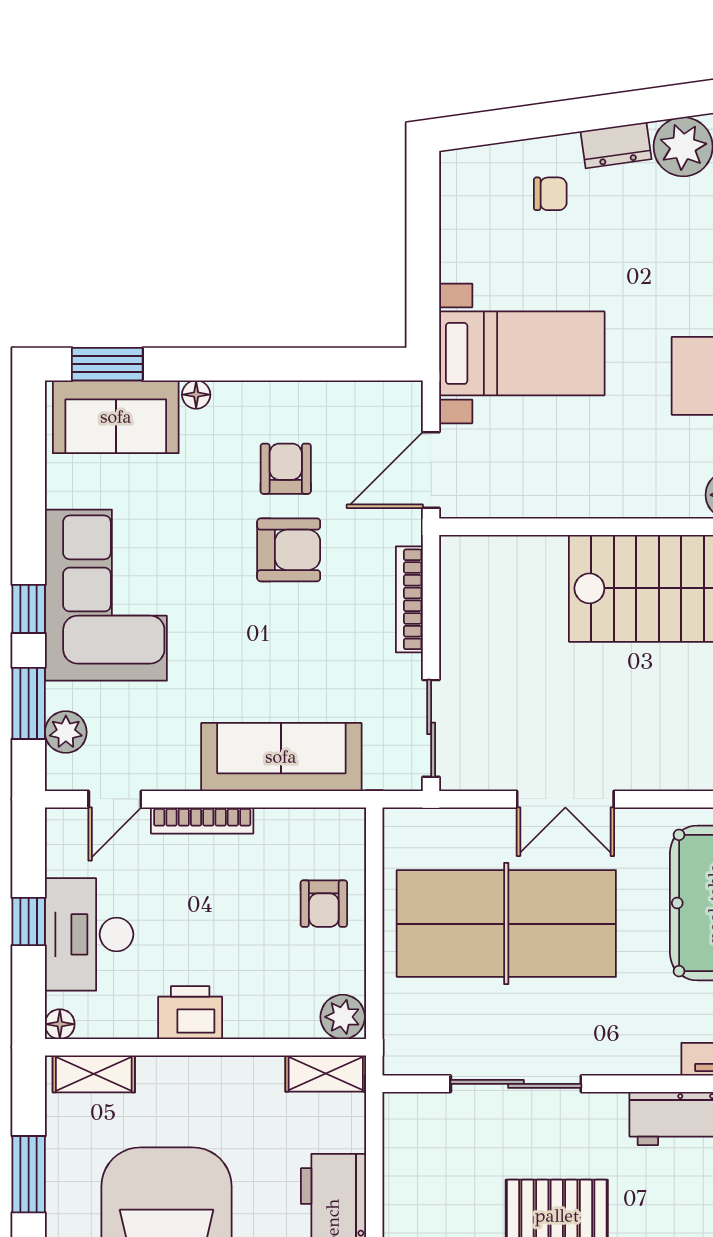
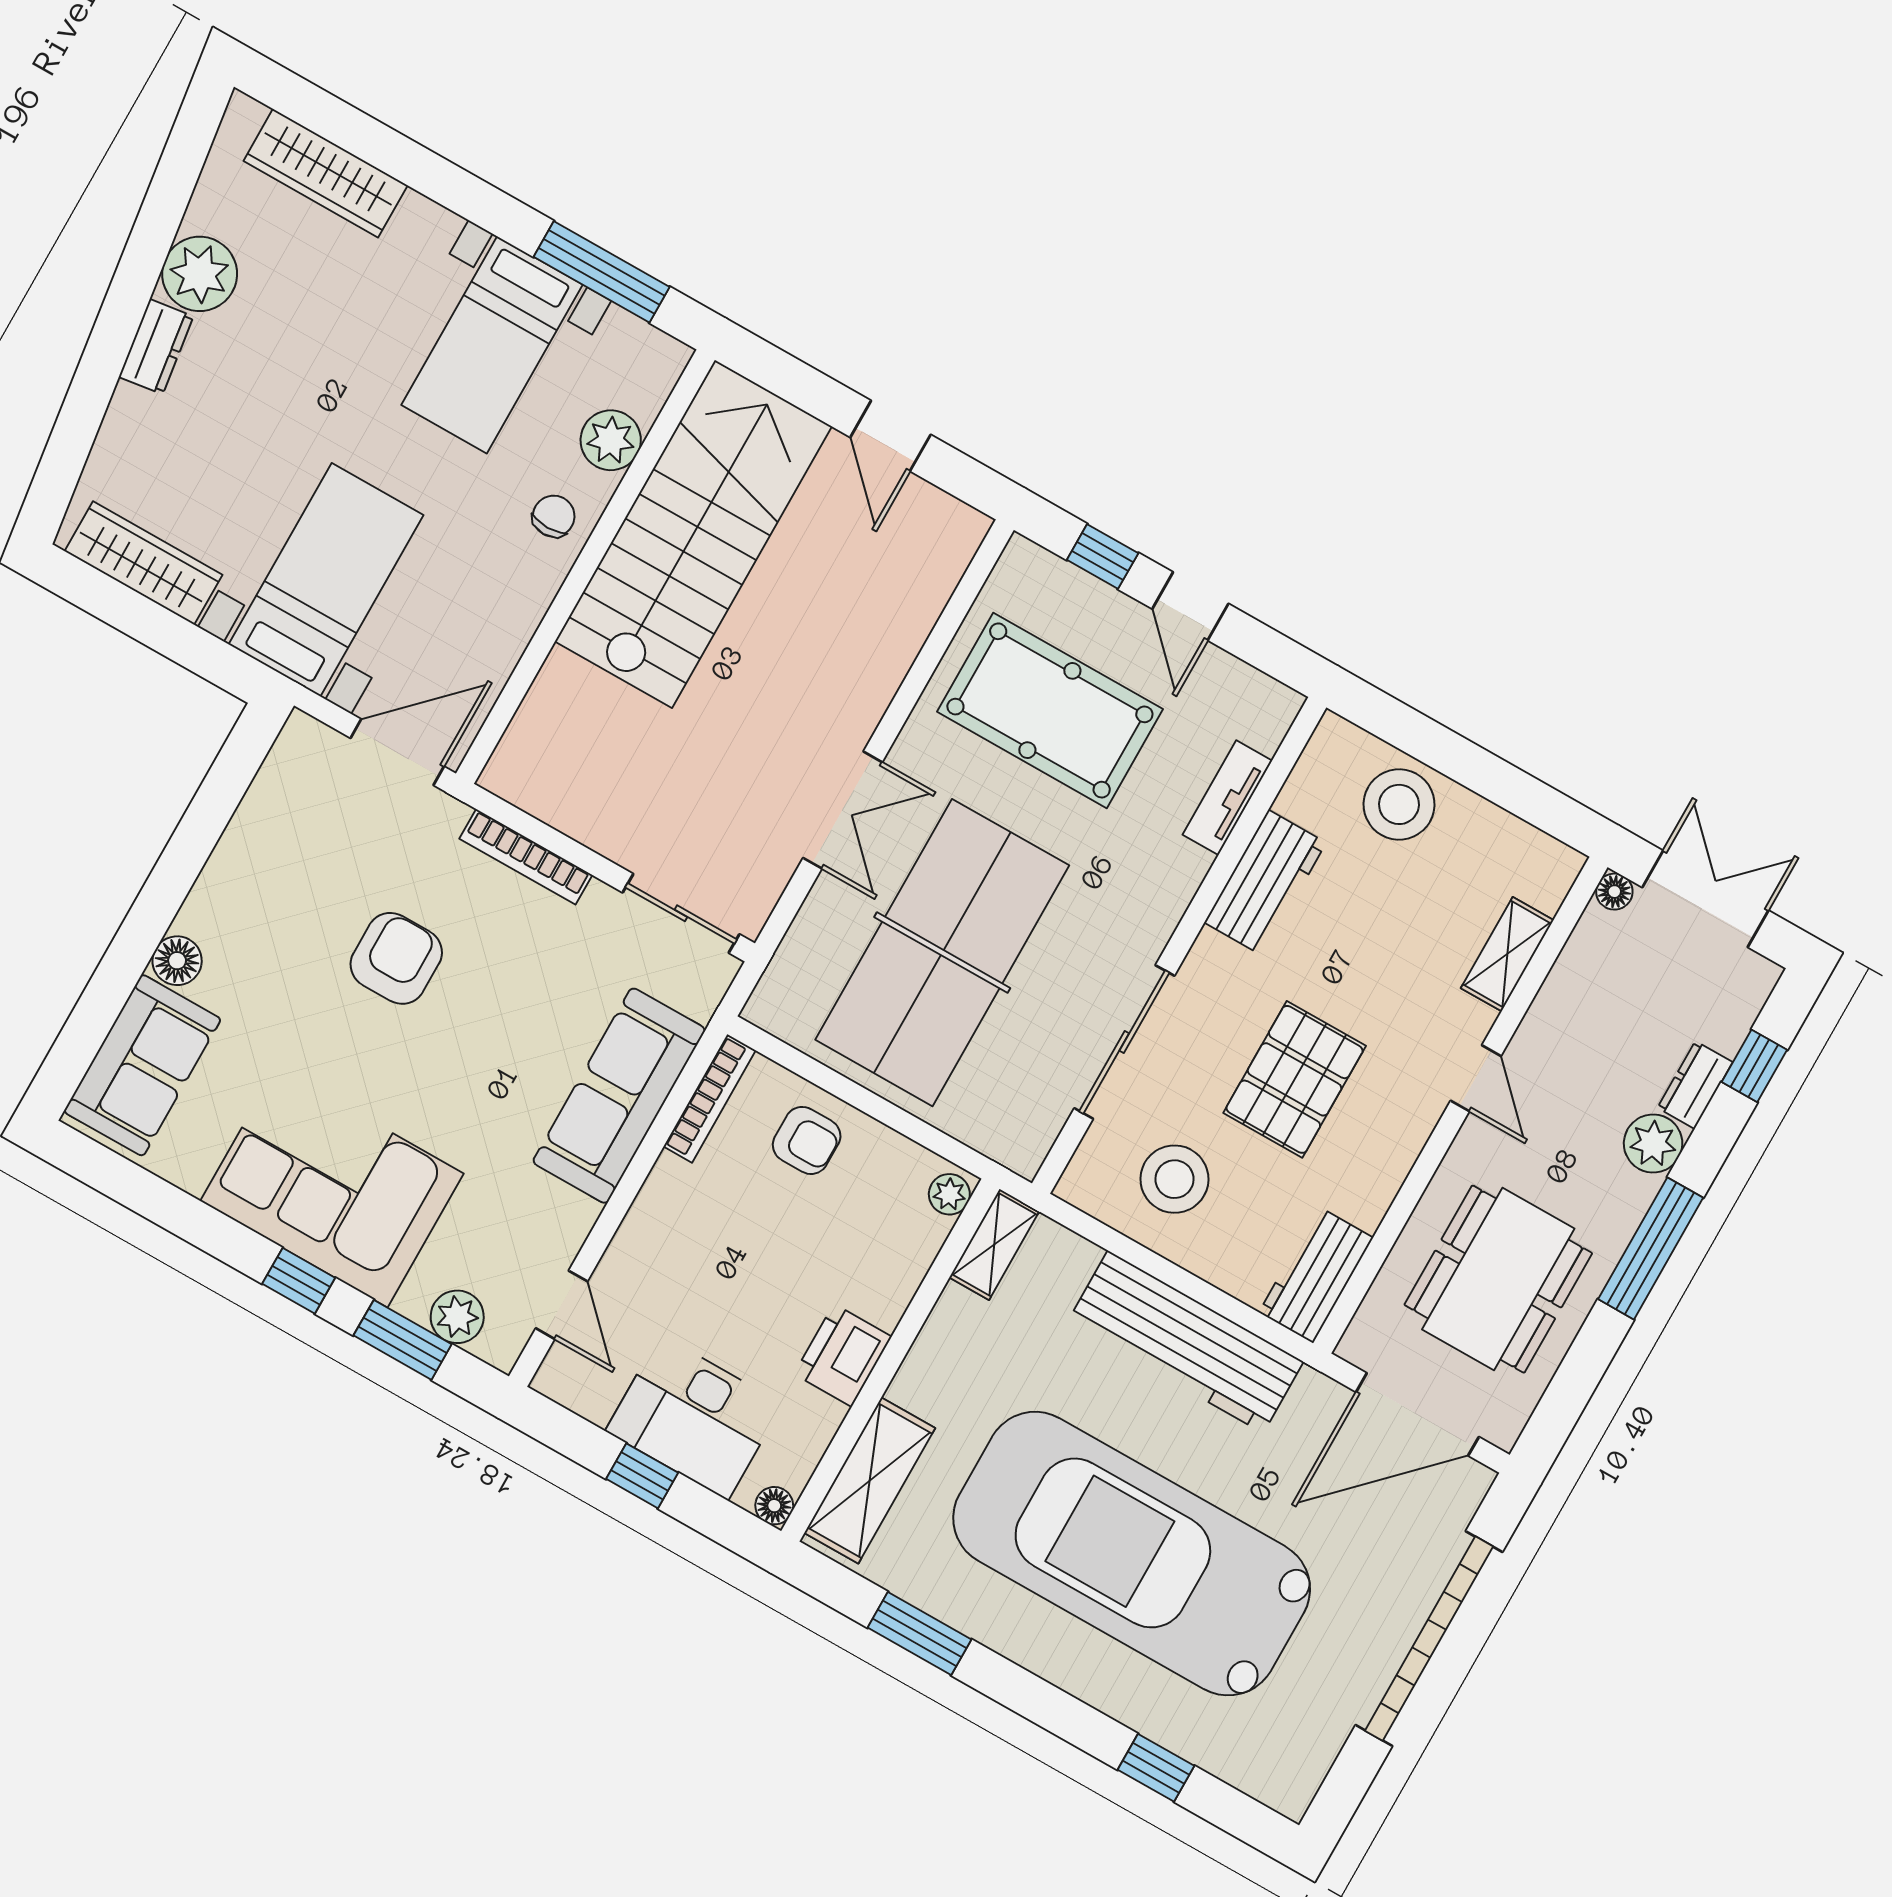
chair: (550, 194) -> (554, 516), moved
wardrobe: (462, 221) -> (144, 563), added
window: (107, 364) -> (79, 1042), removed
floor lamp: (196, 395) -> (177, 961), width x1.37, depth x1.37
armchair: (286, 469) -> (305, 911), removed
door: (431, 470) -> (397, 752), swing flipped
bookcase: (202, 820) -> (710, 1098), moved
plant: (343, 1017) -> (949, 1194), width x0.73, depth x0.73
shelving: (94, 1074) -> (870, 1480), width x1.50, depth x1.33
stool: (441, 1172) -> (1174, 1179), added

